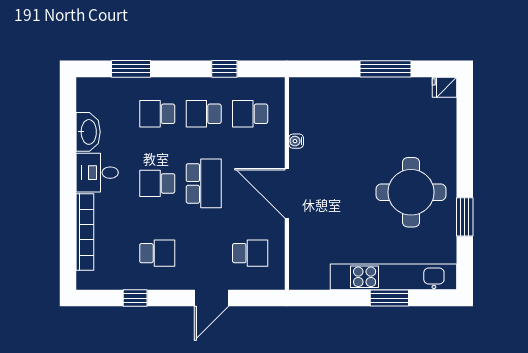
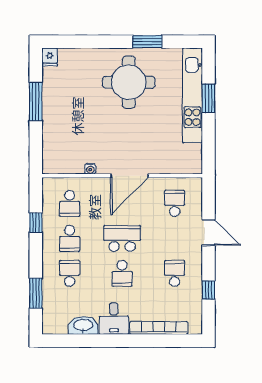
school desk: (157, 114) -> (70, 273), turned 180

